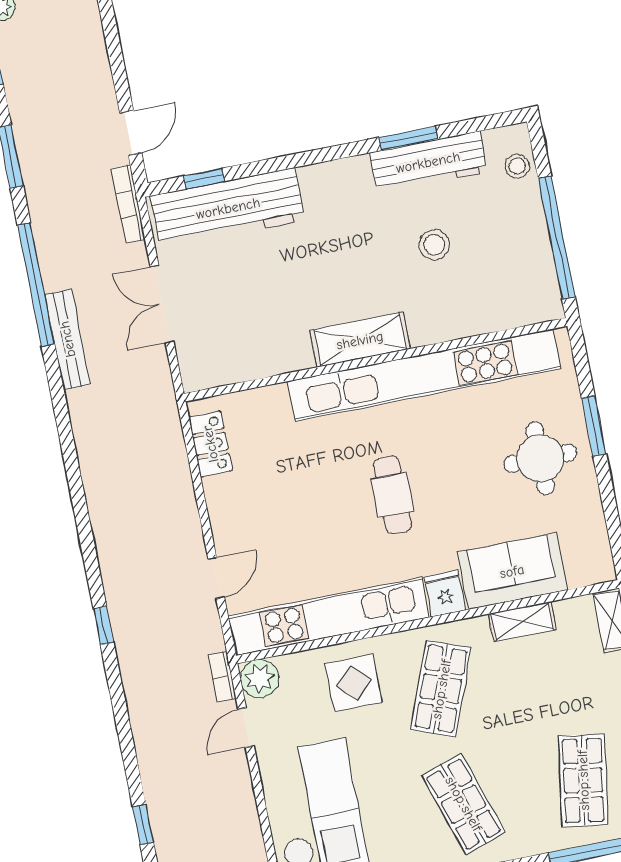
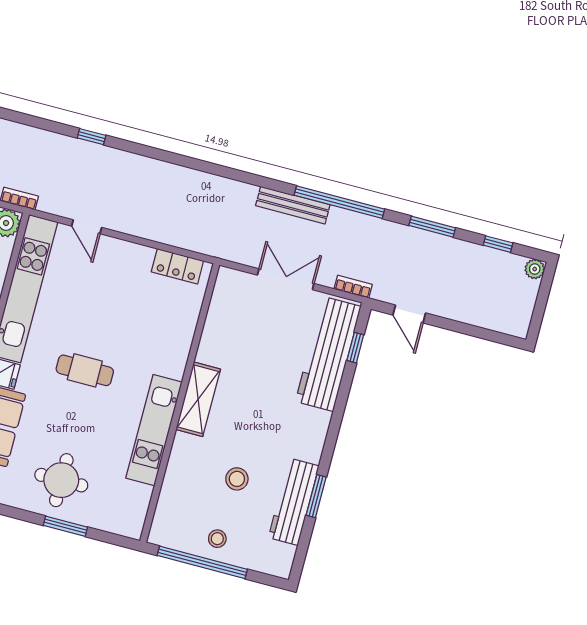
stool: (517, 166) -> (217, 539), moved
bookcase: (128, 204) -> (353, 287), width x0.64
kitchen unit: (424, 375) -> (154, 430), width x0.54

